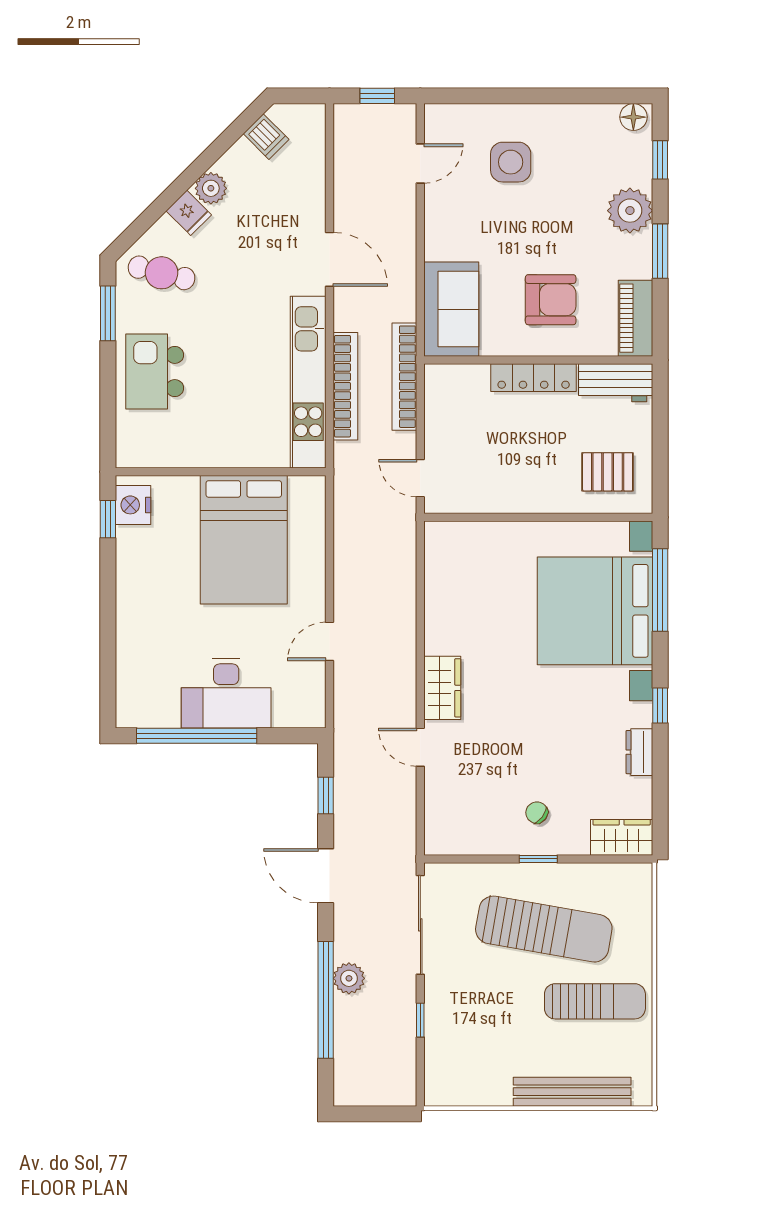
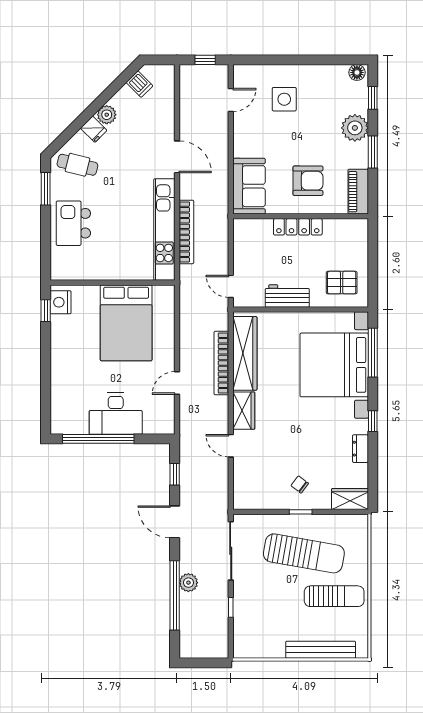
bookcase: (404, 377) -> (221, 363), moved
workbench: (616, 383) -> (287, 296), moved, turned 180
wardrobe: (444, 591) -> (245, 353), added

